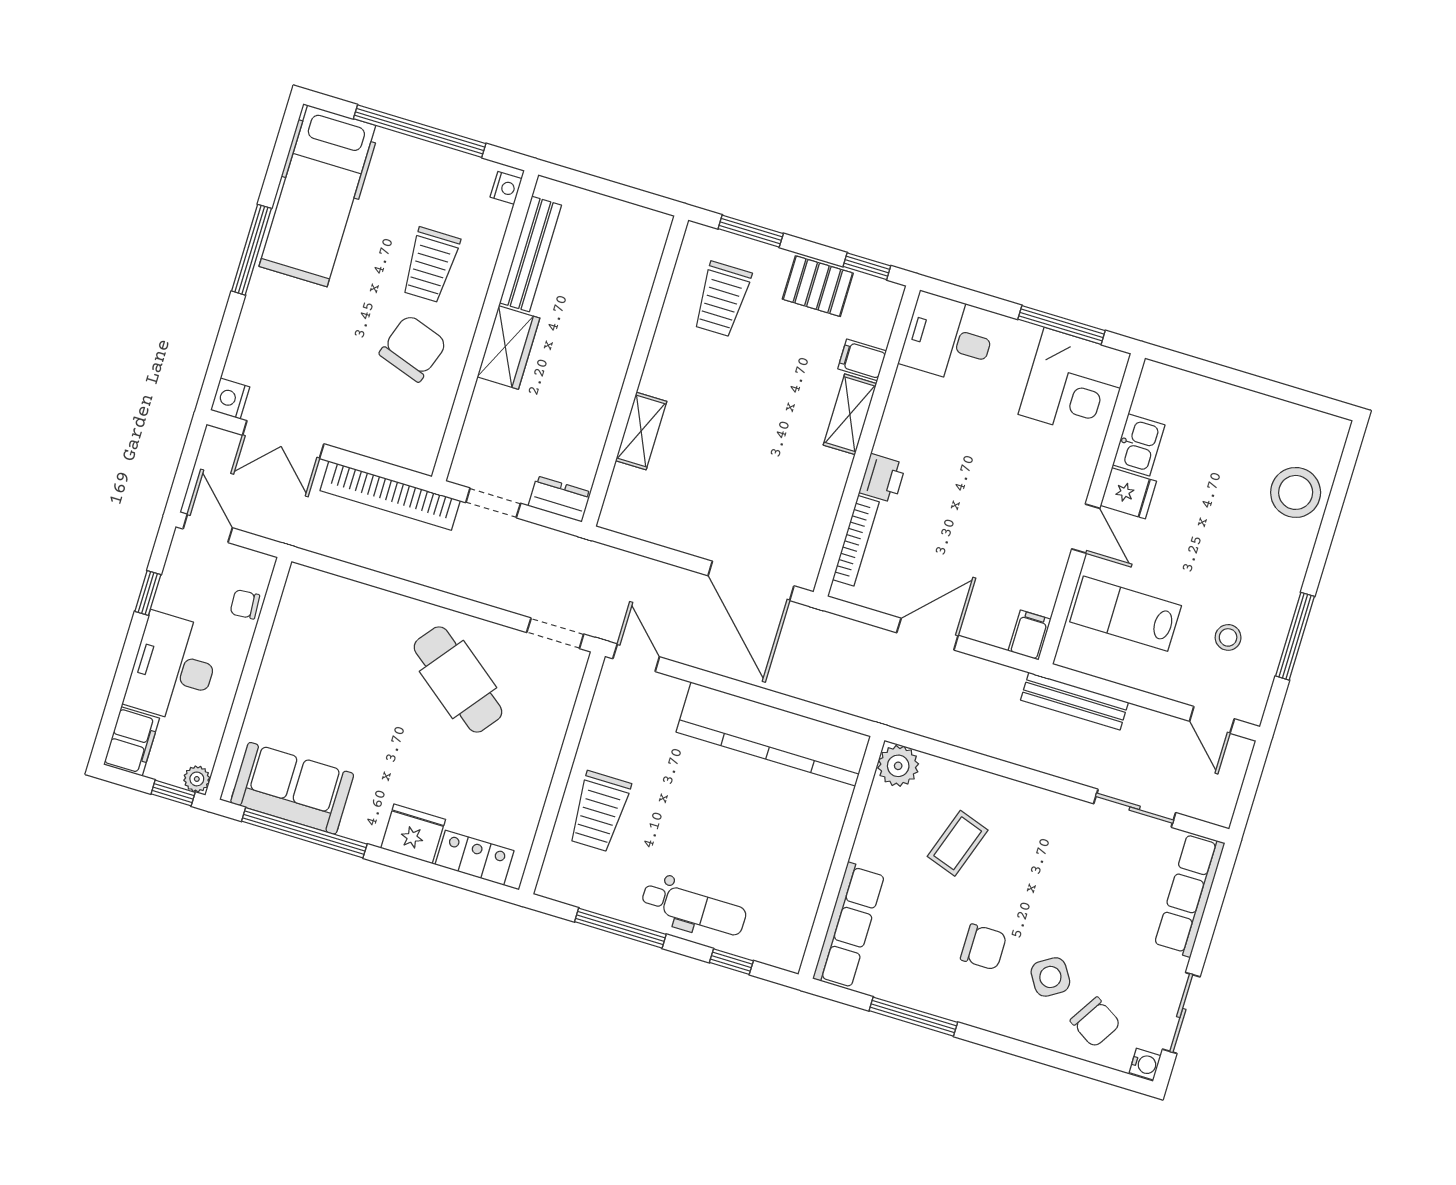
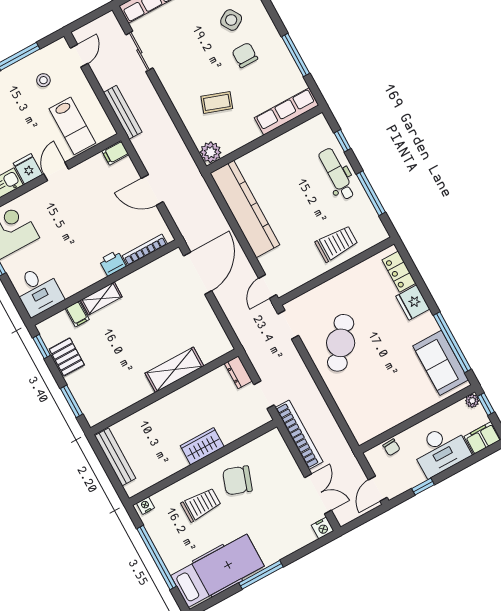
bench: (531, 254) -> (115, 457), moved, turned 90
trolley: (722, 299) -> (107, 387), removed
shelving: (641, 431) -> (174, 370), width x1.50, depth x1.33

